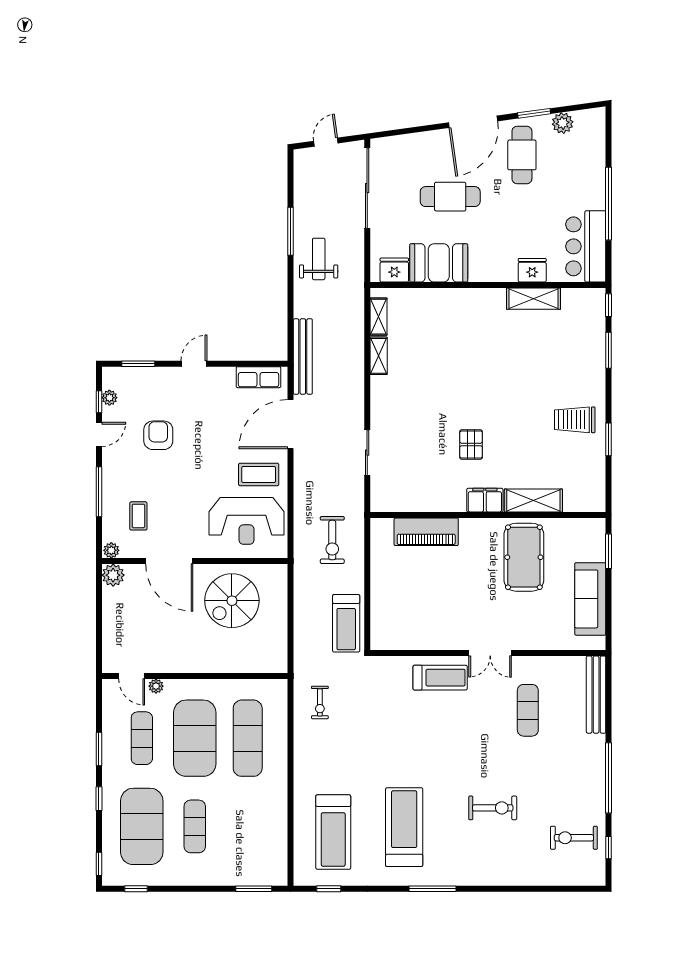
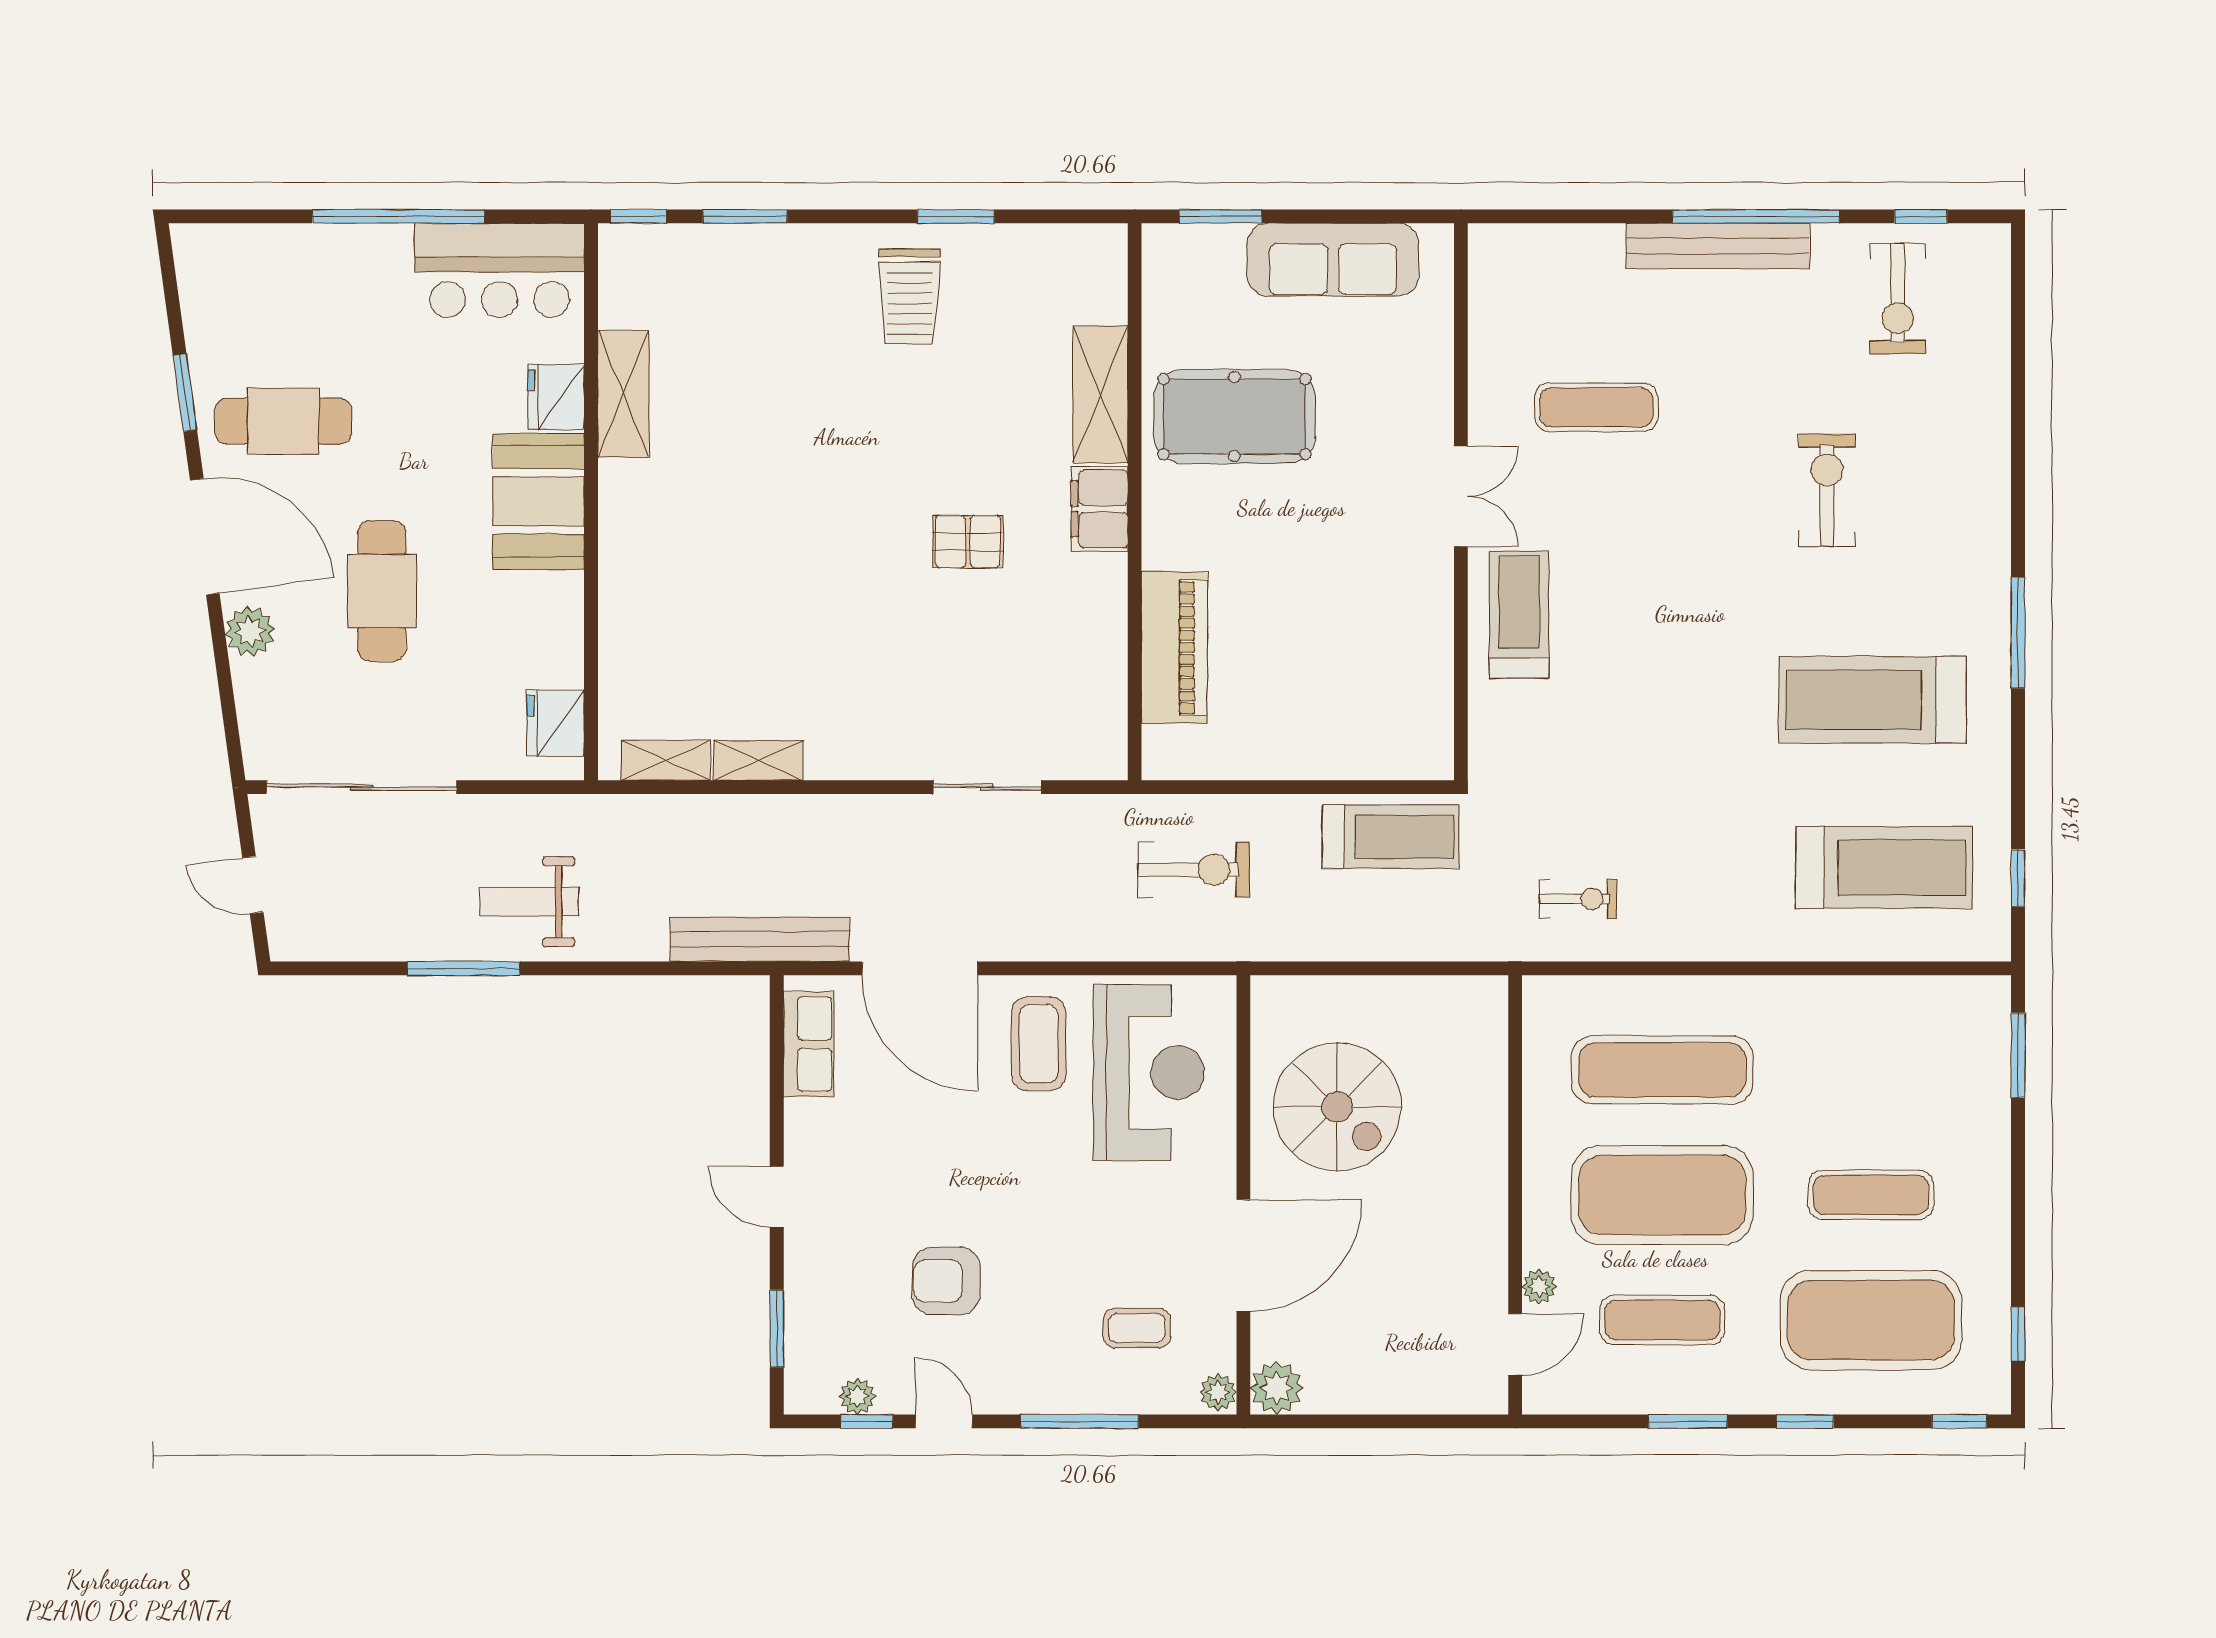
plant: (563, 123) -> (250, 631), moved
booth: (439, 263) -> (538, 502), moved
bench: (596, 695) -> (1718, 246), moved

